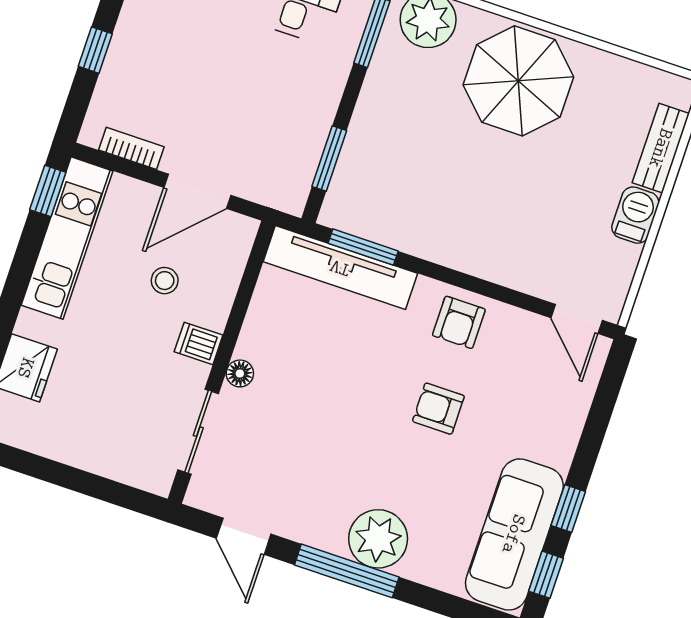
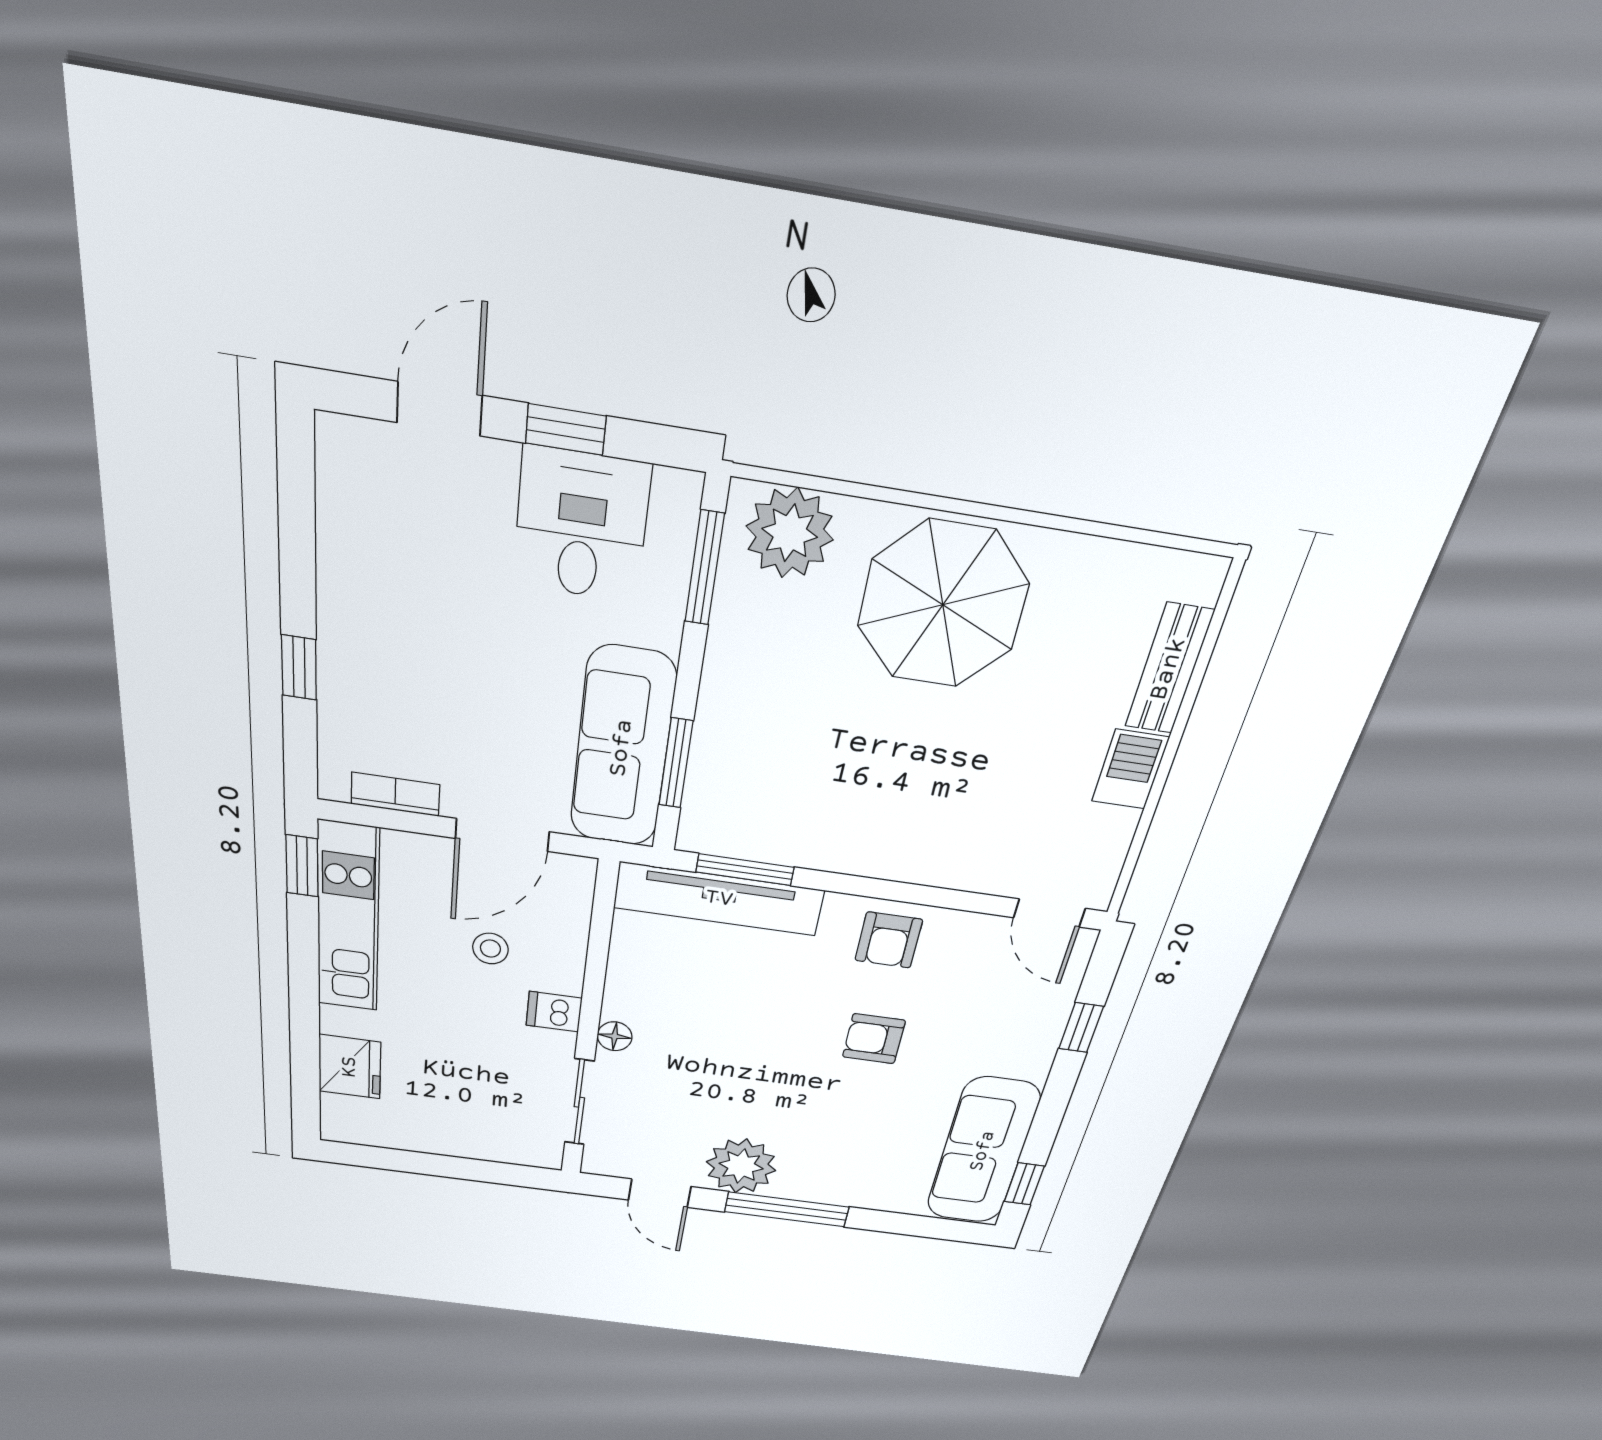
sofa: (295, 142) -> (622, 748), added
window: (568, 509) -> (1081, 1028), moved
plant: (378, 539) -> (741, 1166), moved

